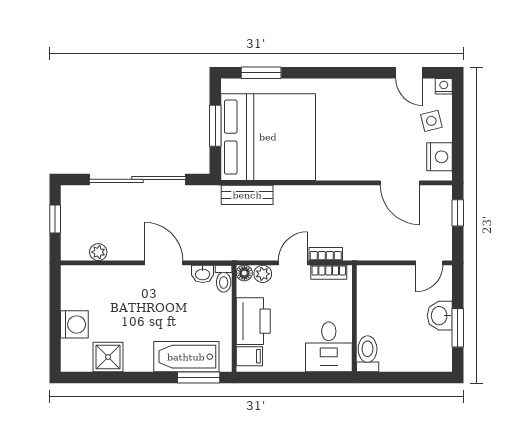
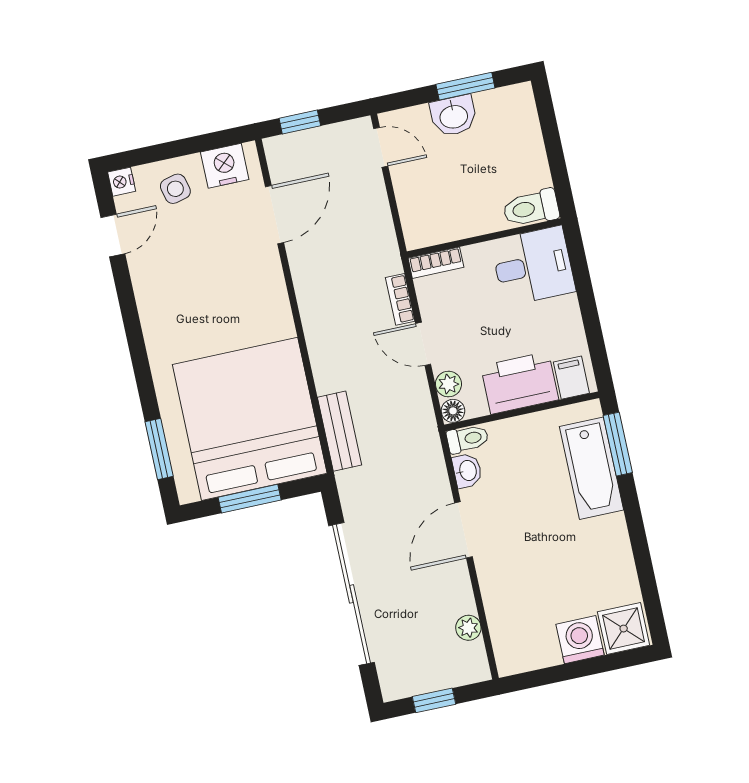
bookcase: (329, 272) -> (436, 263), moved, turned 90
shower: (108, 357) -> (624, 629), moved

